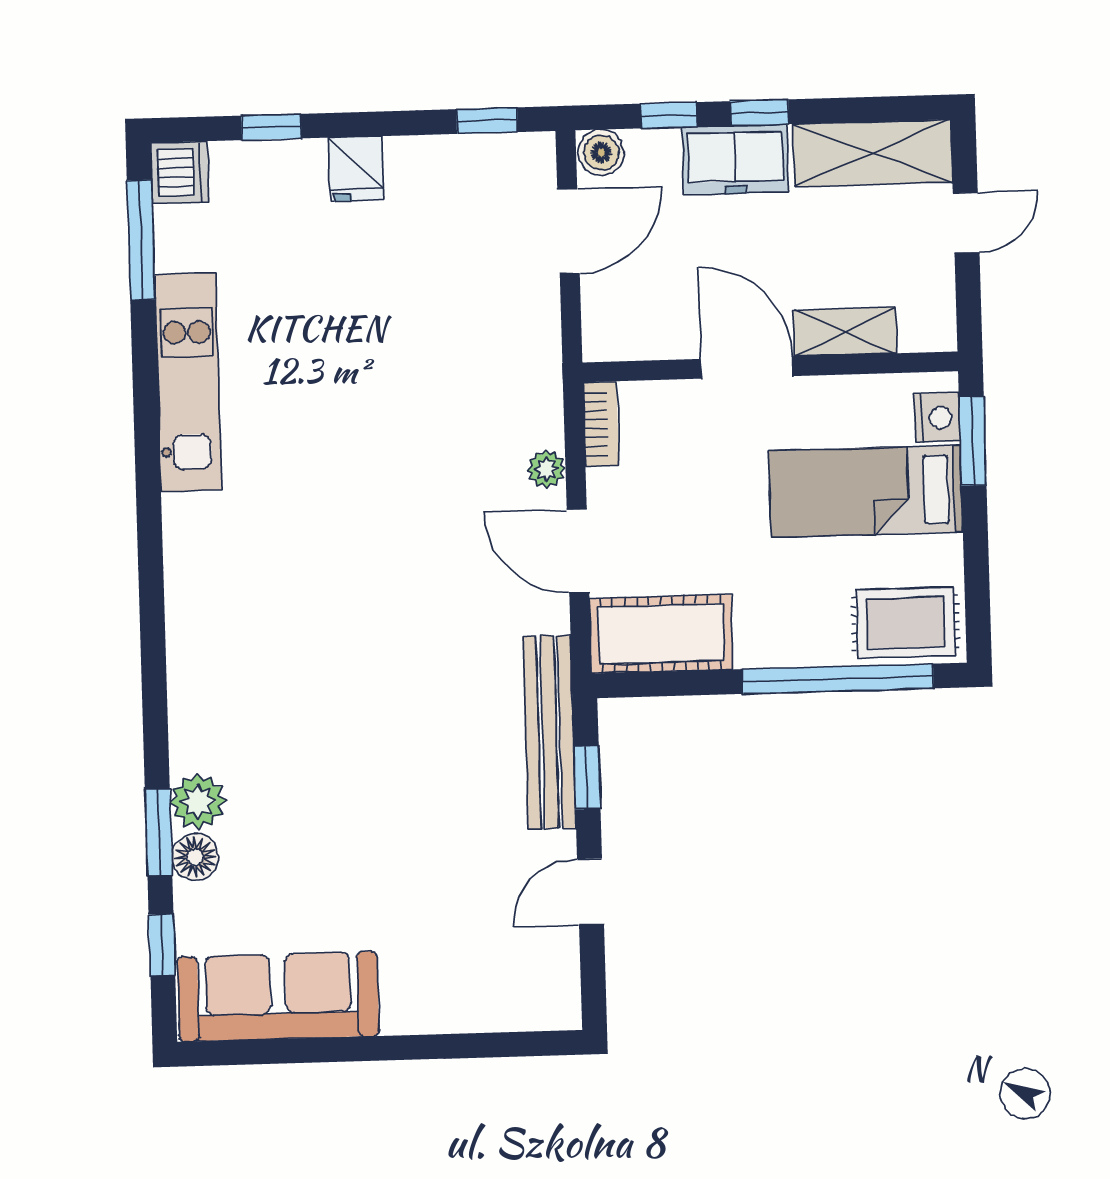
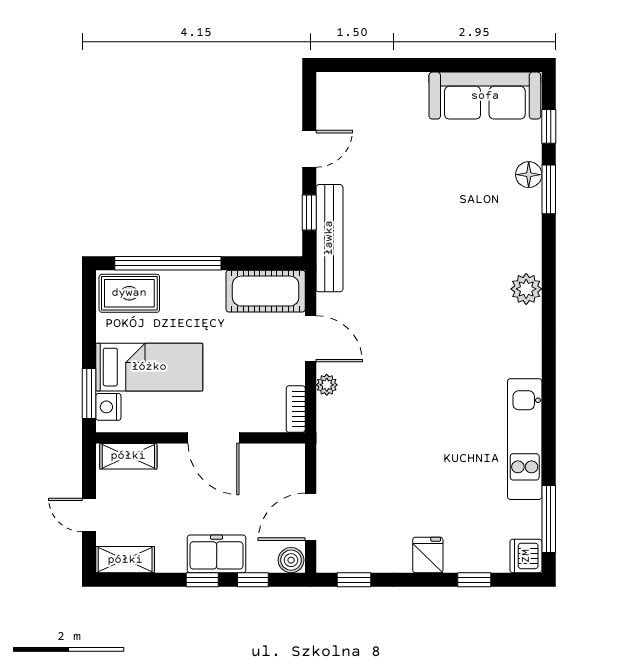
shelving: (873, 153) -> (125, 560), width x0.67, depth x0.75
door: (966, 223) -> (89, 515), hinge flipped
shelving: (845, 332) -> (128, 456), moved
plant: (198, 802) -> (526, 289), moved

